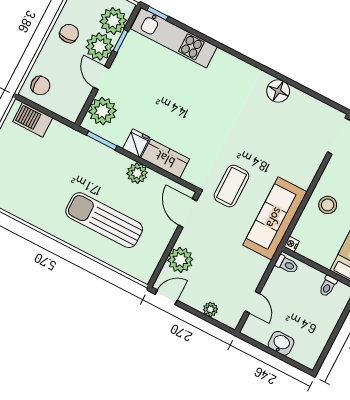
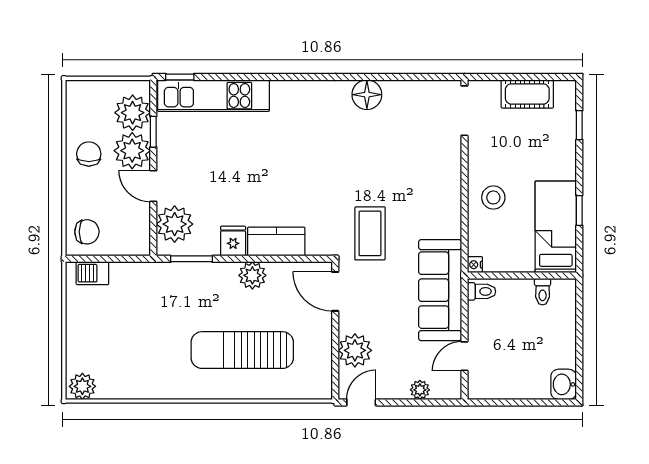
barbecue: (33, 120) -> (92, 273), width x0.73, depth x0.79
sofa: (275, 218) -> (440, 290), moved
door: (252, 302) -> (464, 356), swing flipped
washbasin: (281, 343) -> (564, 384), moved, turned -90

